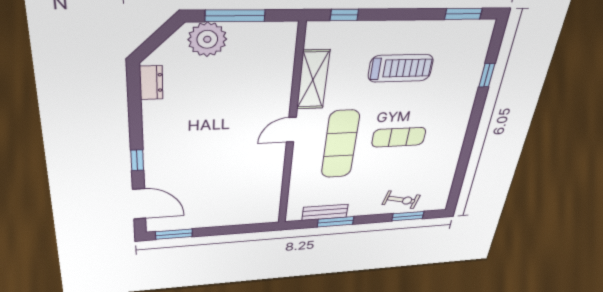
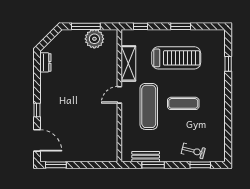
window: (463, 14) -> (181, 26), moved
plant: (207, 39) -> (94, 39), moved
treadmill: (401, 68) -> (176, 58), width x1.37, depth x1.37

